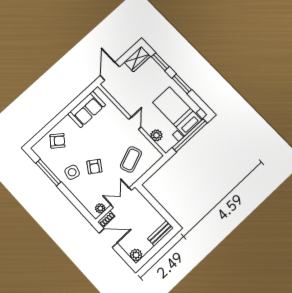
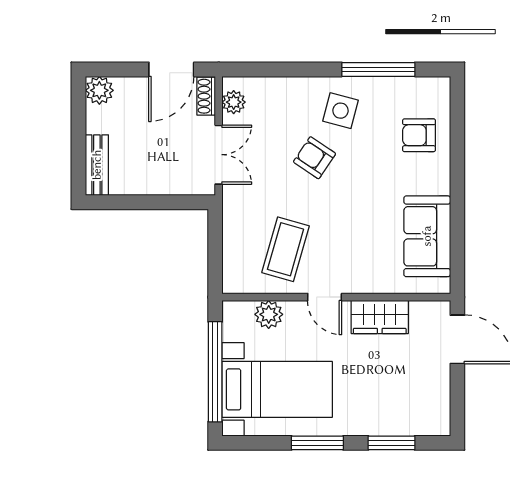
wardrobe: (137, 59) -> (380, 317), moved, turned -90
armchair: (57, 141) -> (419, 135), turned 52
coffee table: (131, 159) -> (286, 249), moved, turned 37

